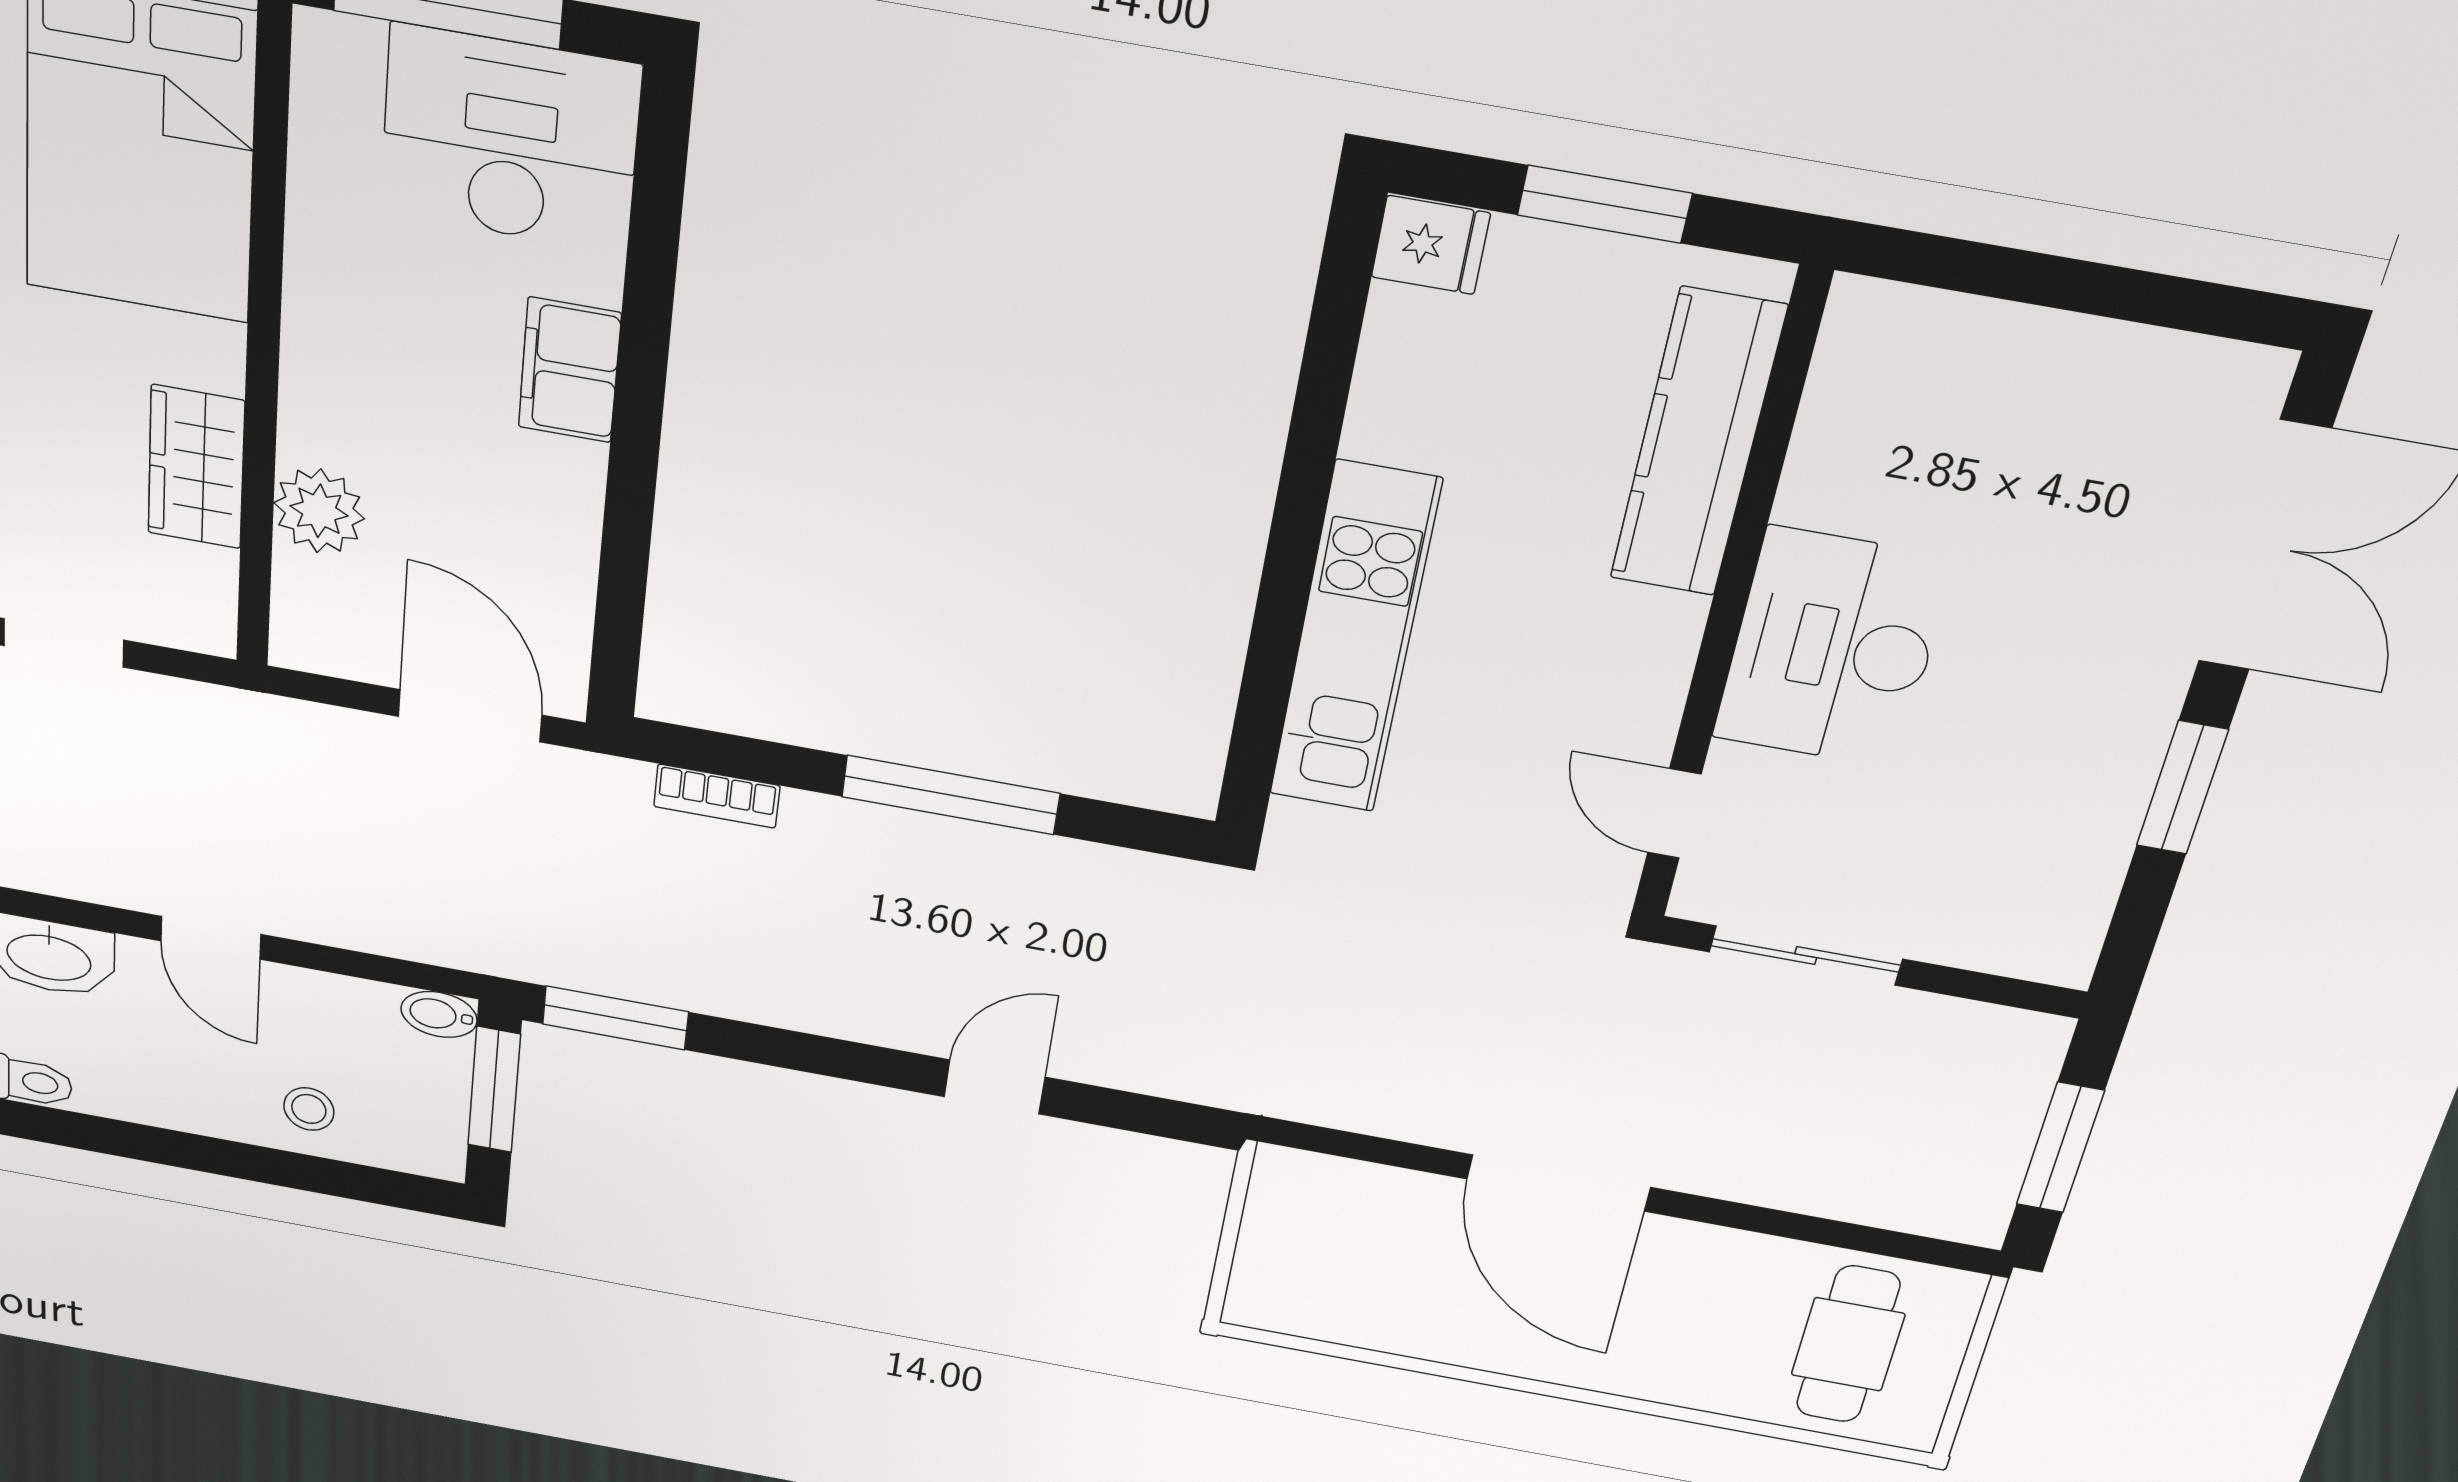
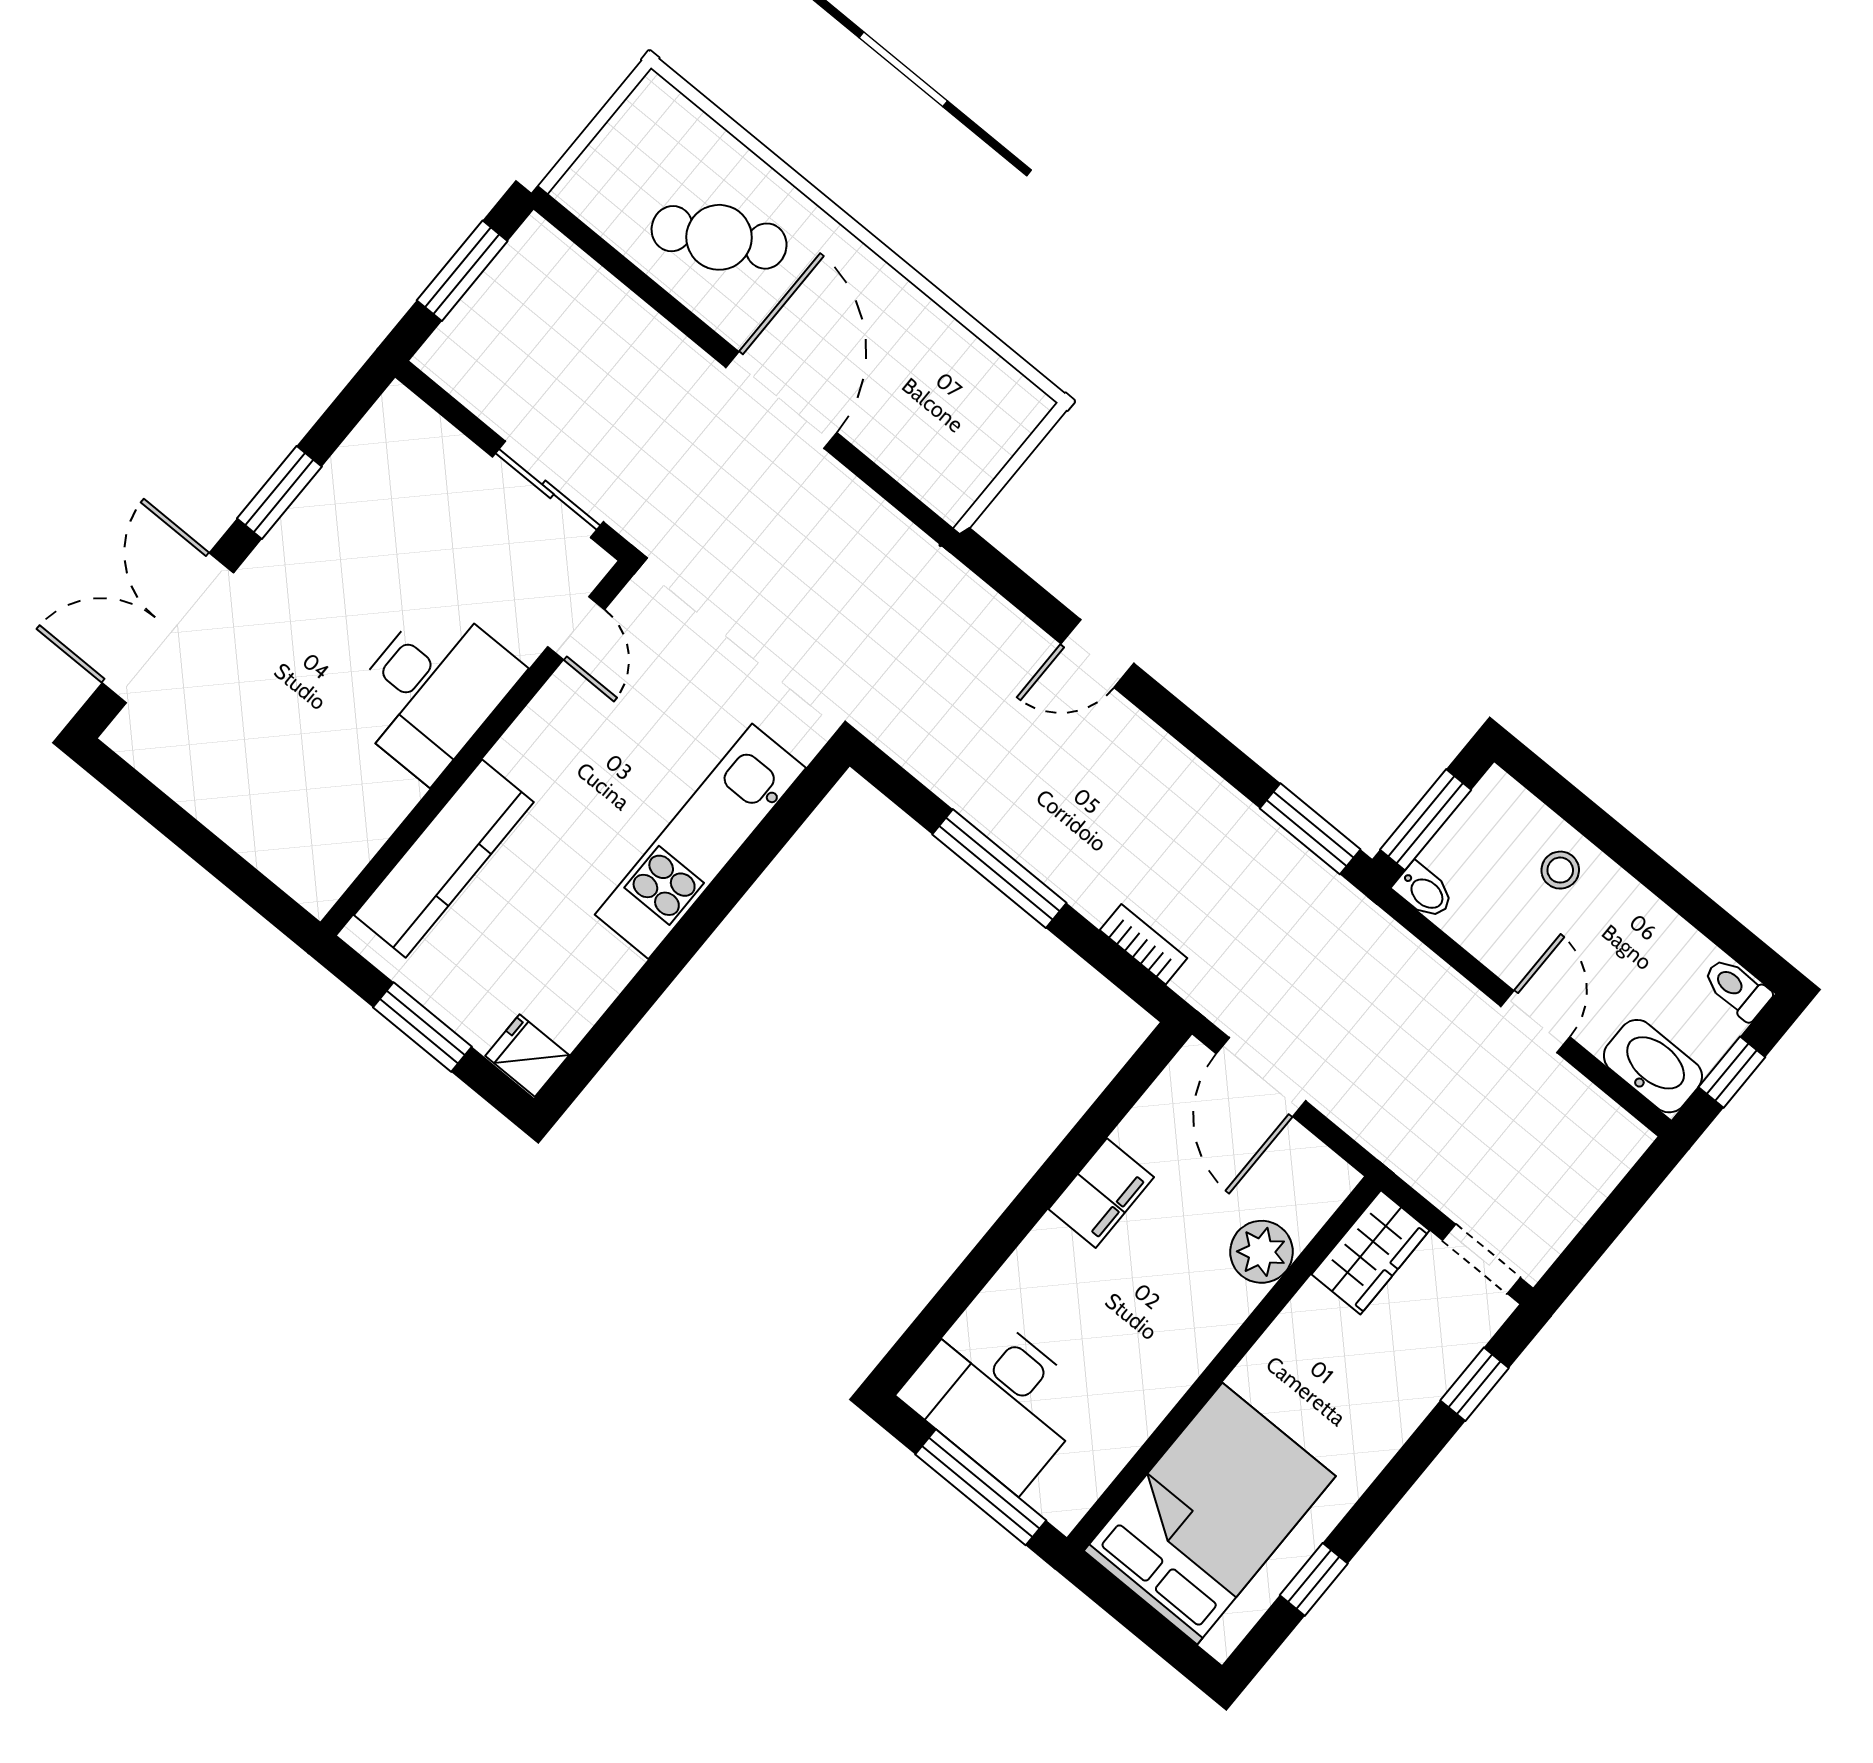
filing cabinet: (570, 370) -> (1101, 1193), moved
wardrobe: (196, 467) -> (1371, 1252), moved
cafe table: (1848, 1344) -> (719, 237), moved, turned 61

